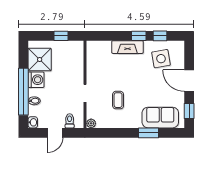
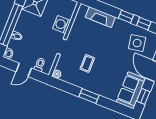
fireplace: (127, 47) -> (100, 17), moved
washing machine: (36, 80) -> (62, 24), moved, turned 180
sofa: (160, 118) -> (131, 90), moved, turned -90
window: (149, 133) -> (89, 96), moved

